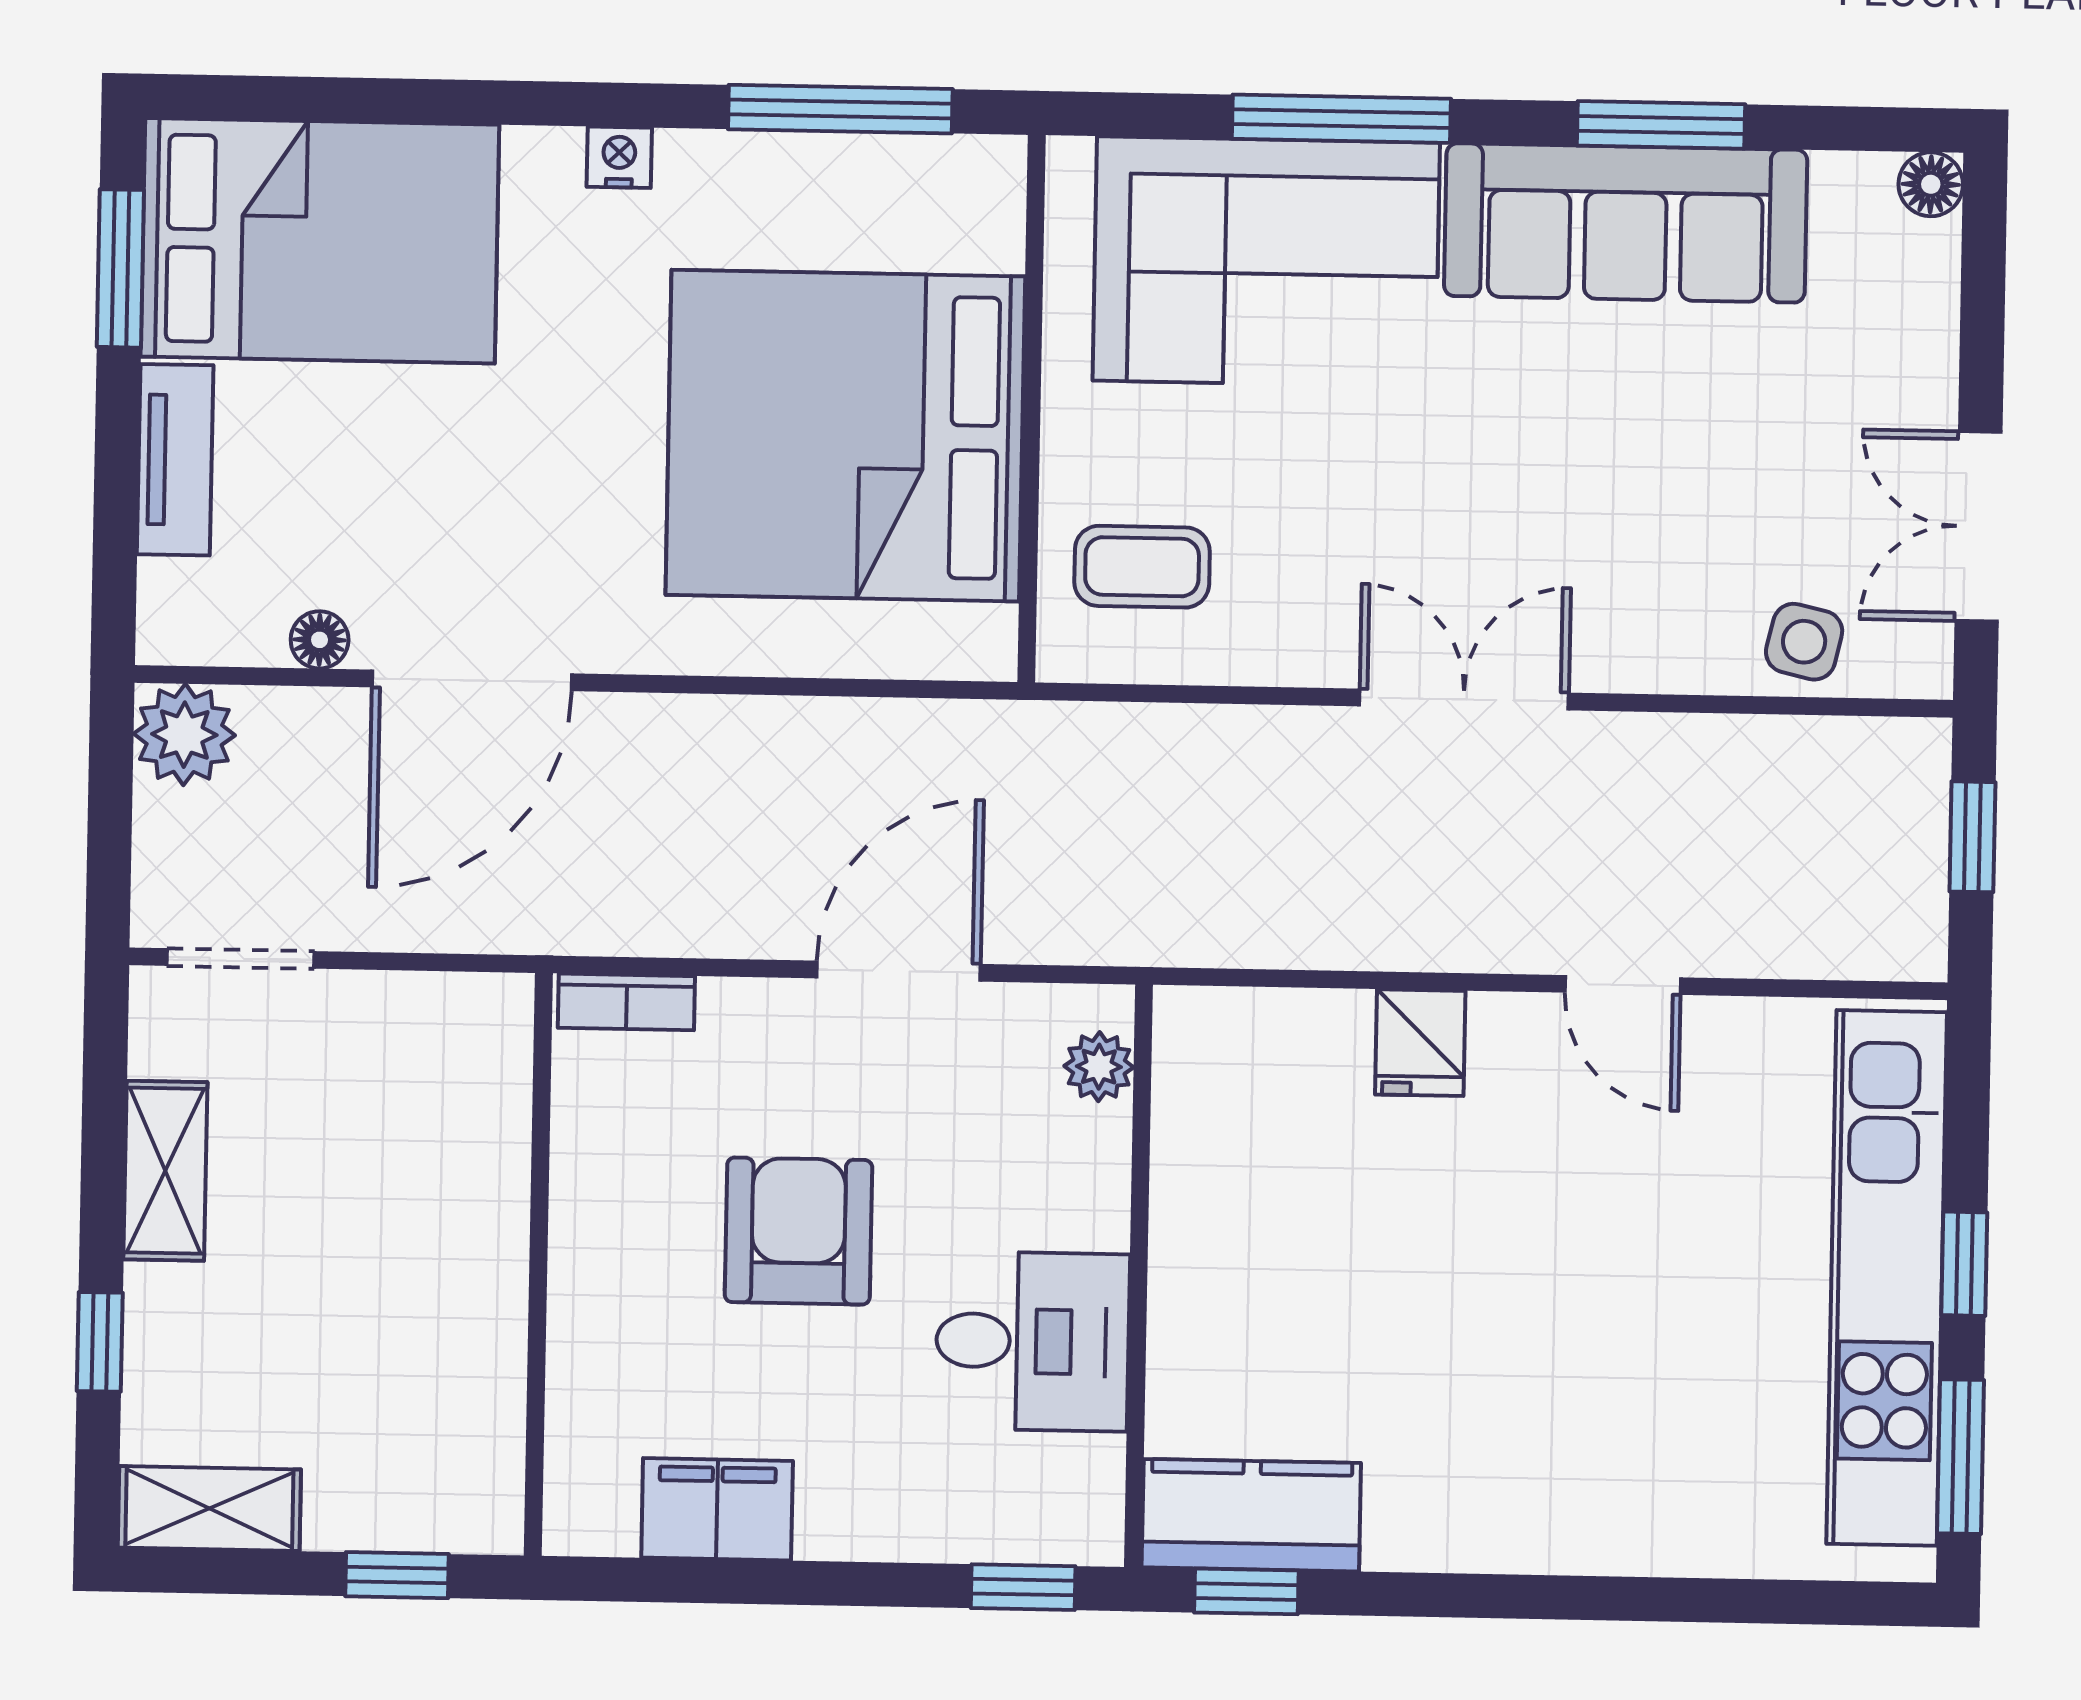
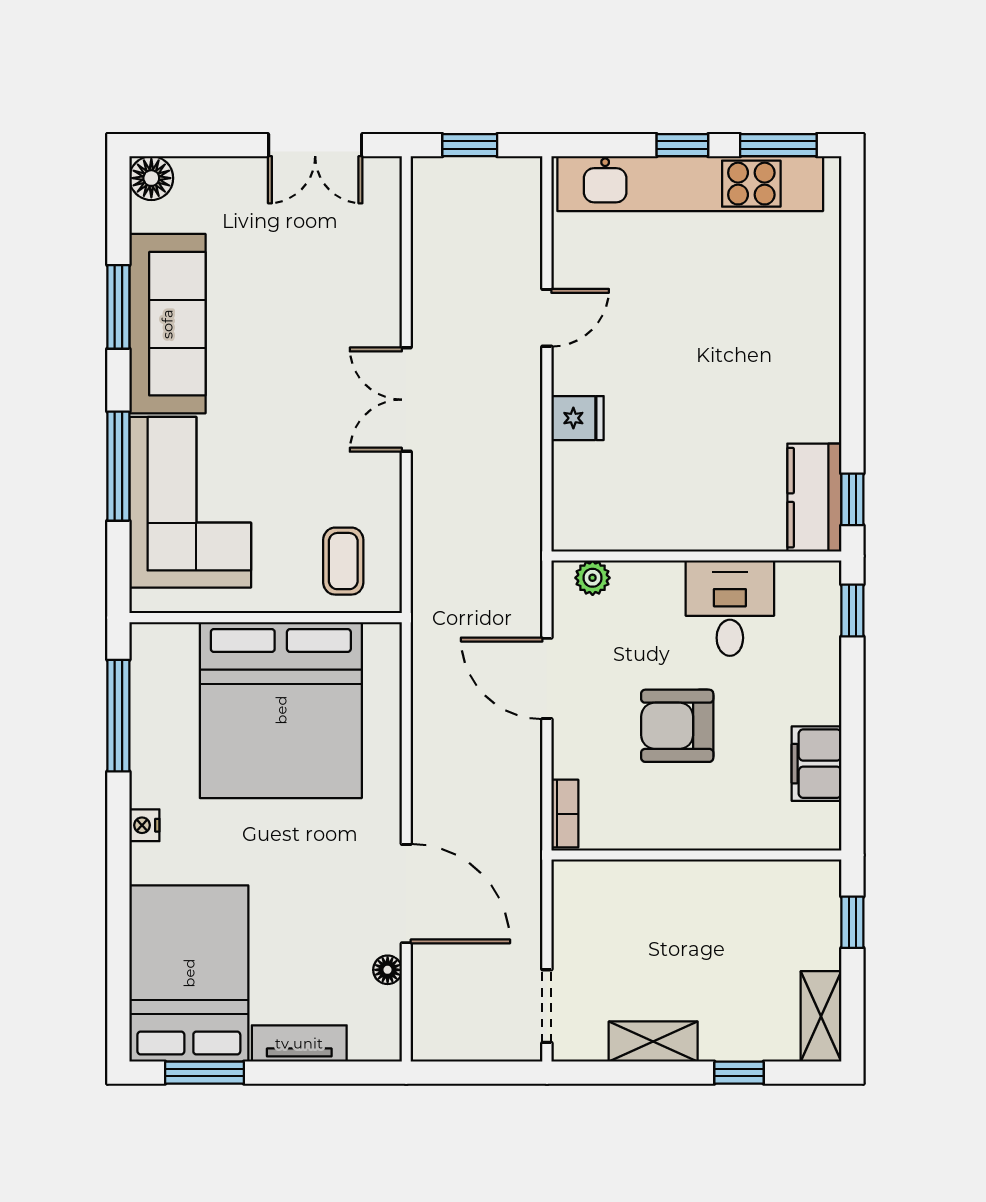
floor lamp: (1931, 184) -> (151, 178), width x1.37, depth x1.37
side table: (1804, 642) -> (374, 231), removed
plant: (184, 735) -> (436, 1036), removed

